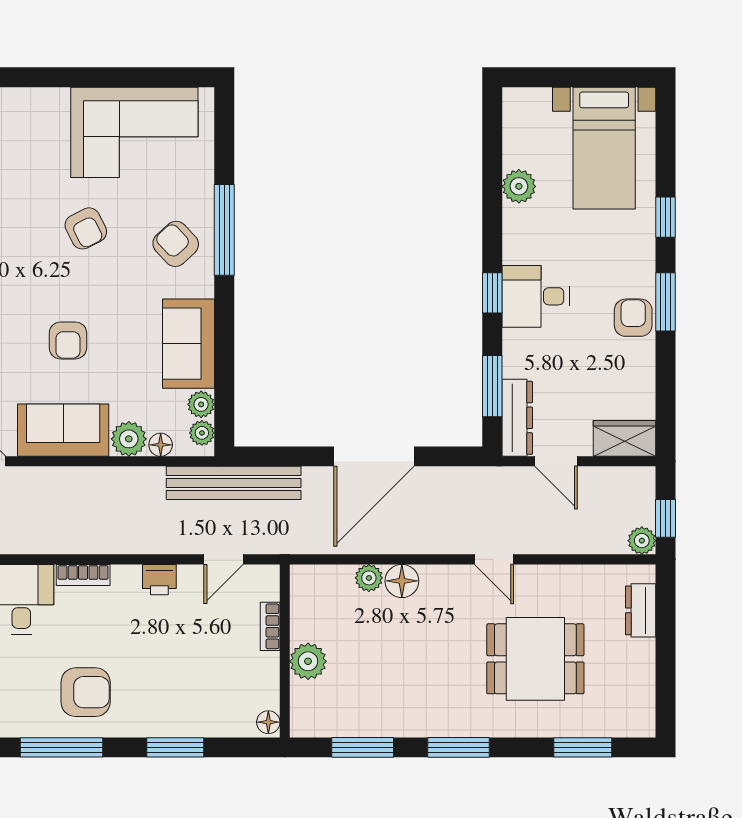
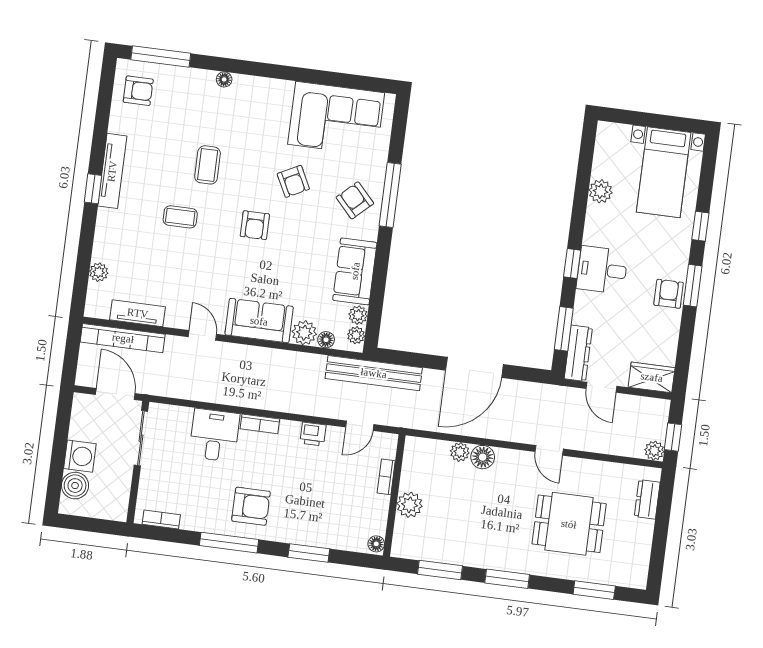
armchair: (68, 340) -> (255, 225), moved

